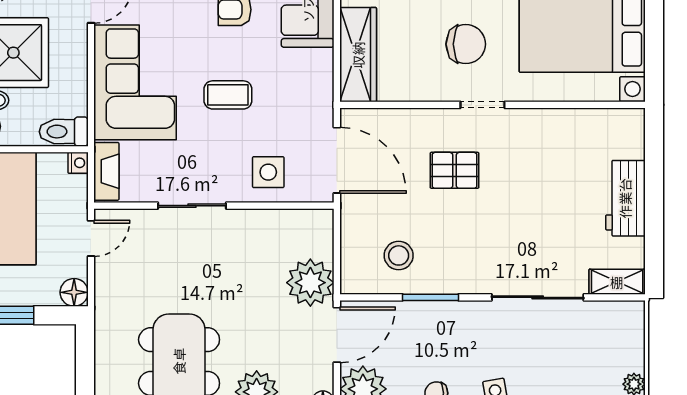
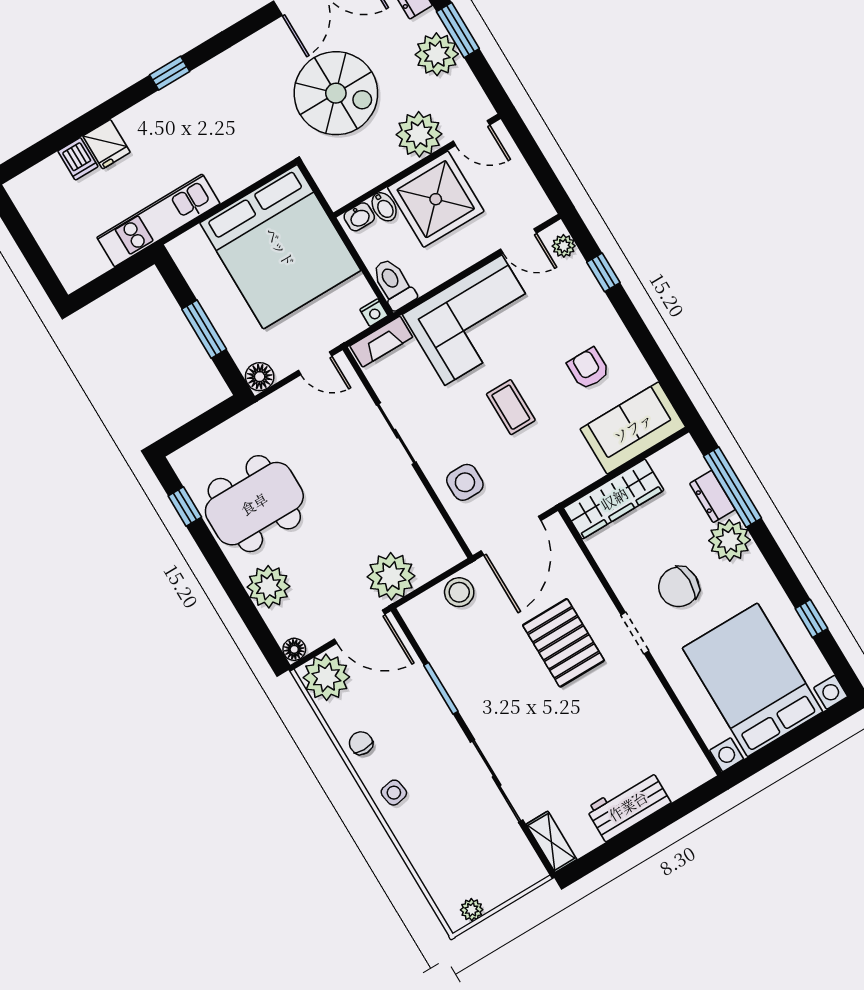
chair: (466, 44) -> (679, 587), turned 90
pallet: (455, 170) -> (563, 643), width x1.50, depth x1.42
stool: (399, 255) -> (459, 592), moved

